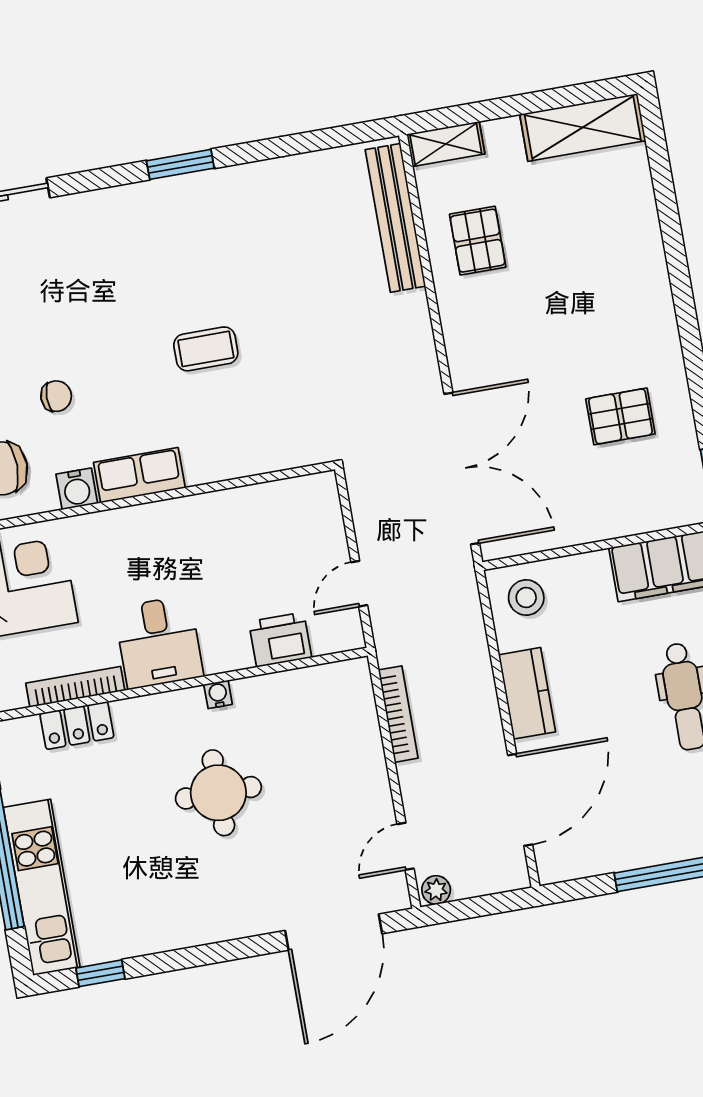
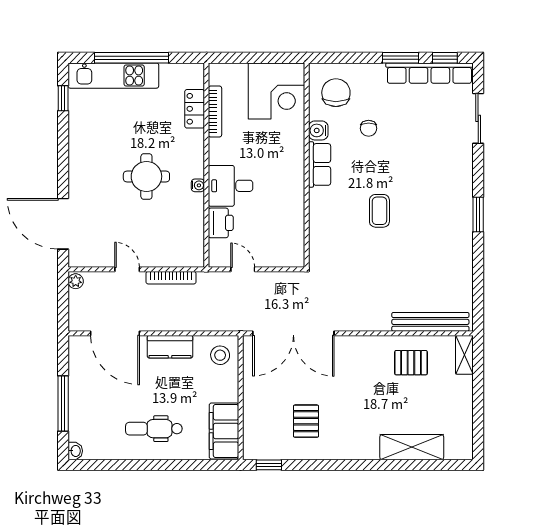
shelving: (583, 127) -> (412, 447), moved, turned 90
desk: (159, 642) -> (231, 186), moved
door: (406, 846) -> (127, 269), moved

